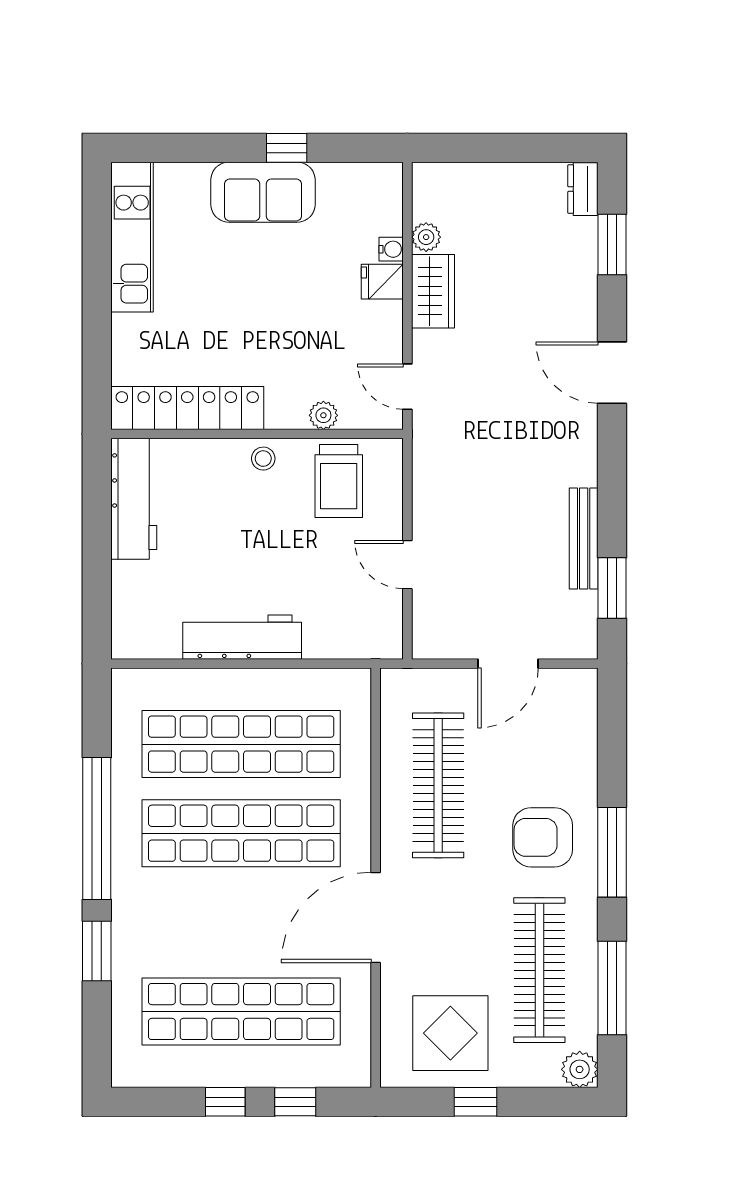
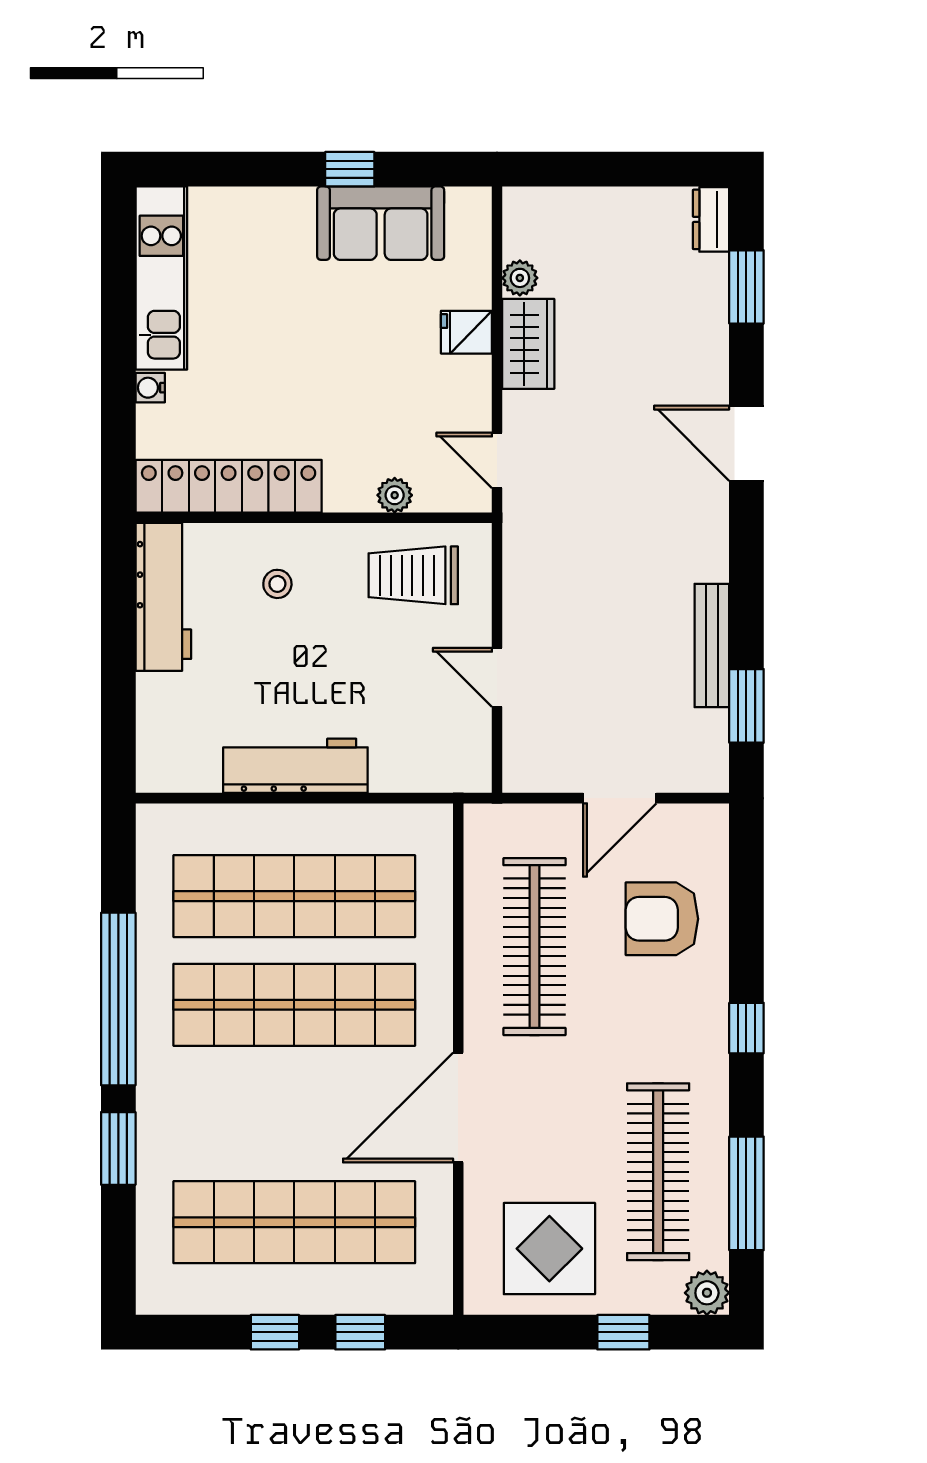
sofa: (263, 192) -> (381, 223), moved
water cooler: (391, 249) -> (150, 388), moved, turned 180
stool: (263, 459) -> (277, 584), moved
trolley: (339, 481) -> (413, 575), turned 90
armchair: (543, 837) -> (662, 919), moved
window: (612, 852) -> (746, 1028), width x0.46
window: (475, 1102) -> (623, 1332), moved

